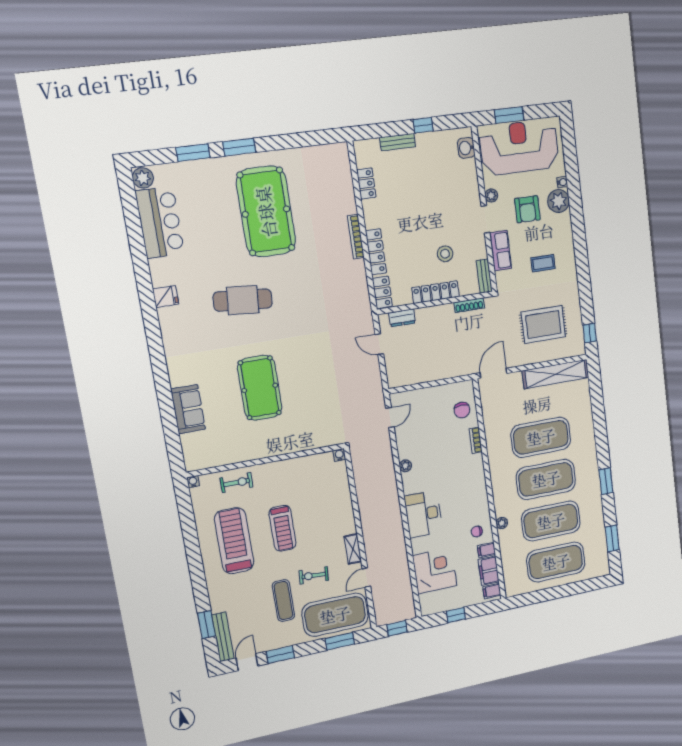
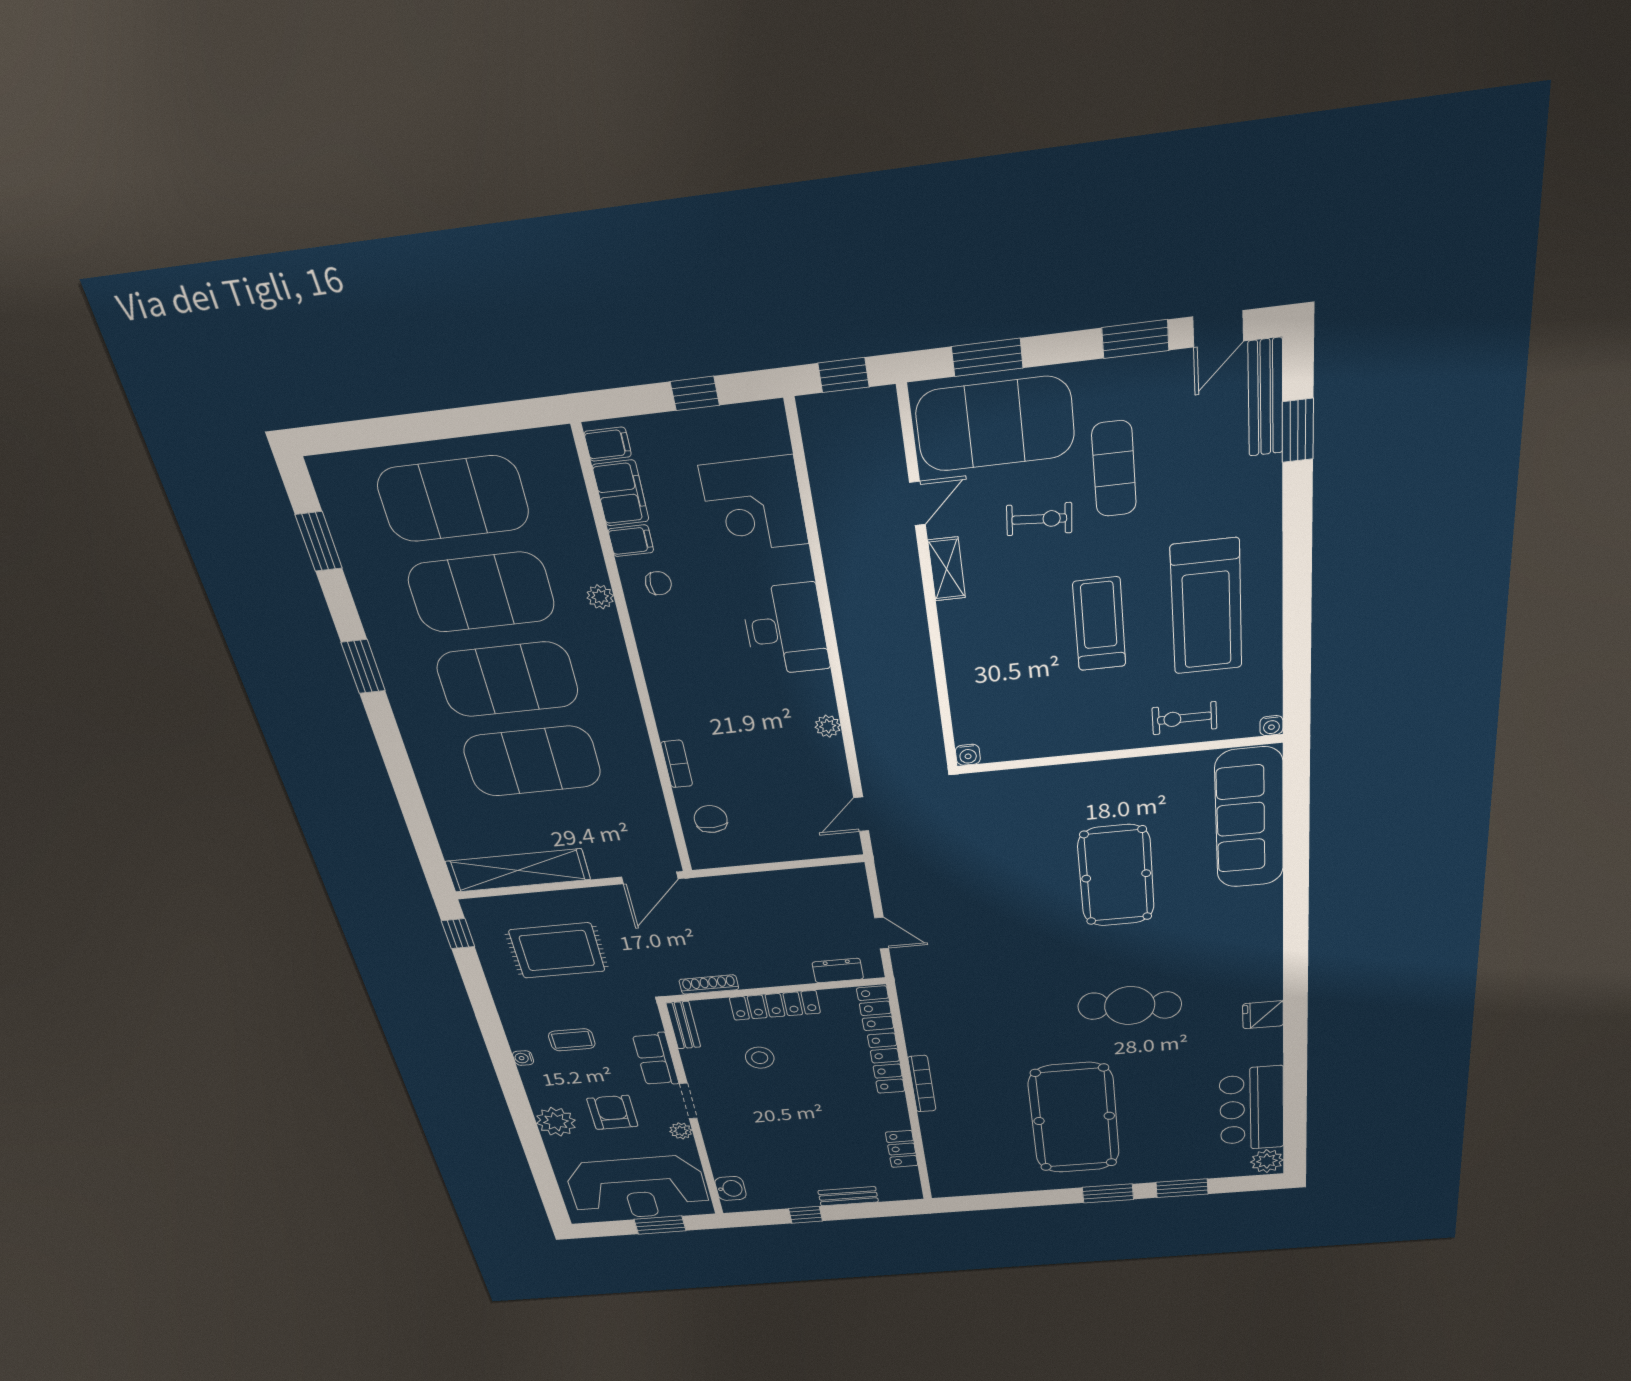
water cooler: (562, 182) -> (523, 1058), moved
sofa: (188, 409) -> (1249, 818), width x1.85, depth x1.27

